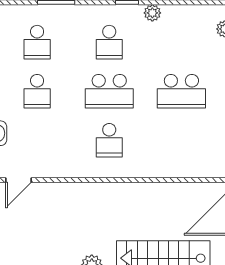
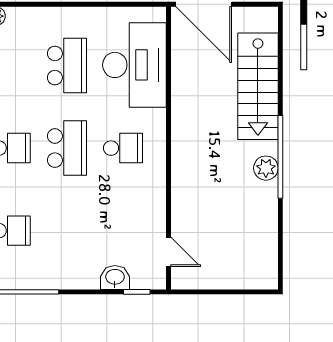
school desk: (37, 91) -> (67, 231), removed
desk: (182, 150) -> (134, 65), added

